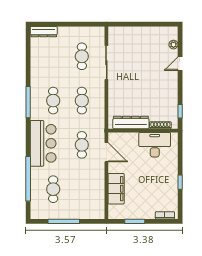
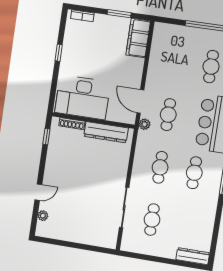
plant: (100, 134) -> (145, 124), added
desk: (155, 145) -> (83, 97), width x1.36, depth x1.30
filing cabinet: (116, 189) -> (138, 38), moved

